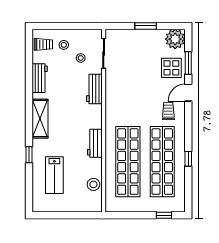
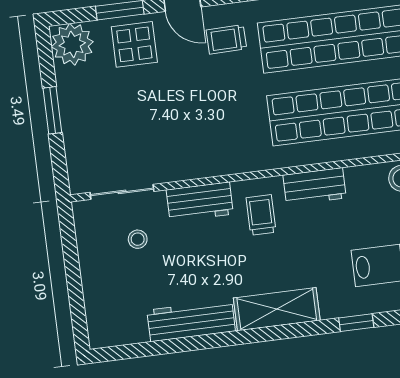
trolley: (43, 44) -> (261, 215), moved
stool: (64, 45) -> (114, 278), removed
workbench: (40, 78) -> (191, 321), width x1.38

